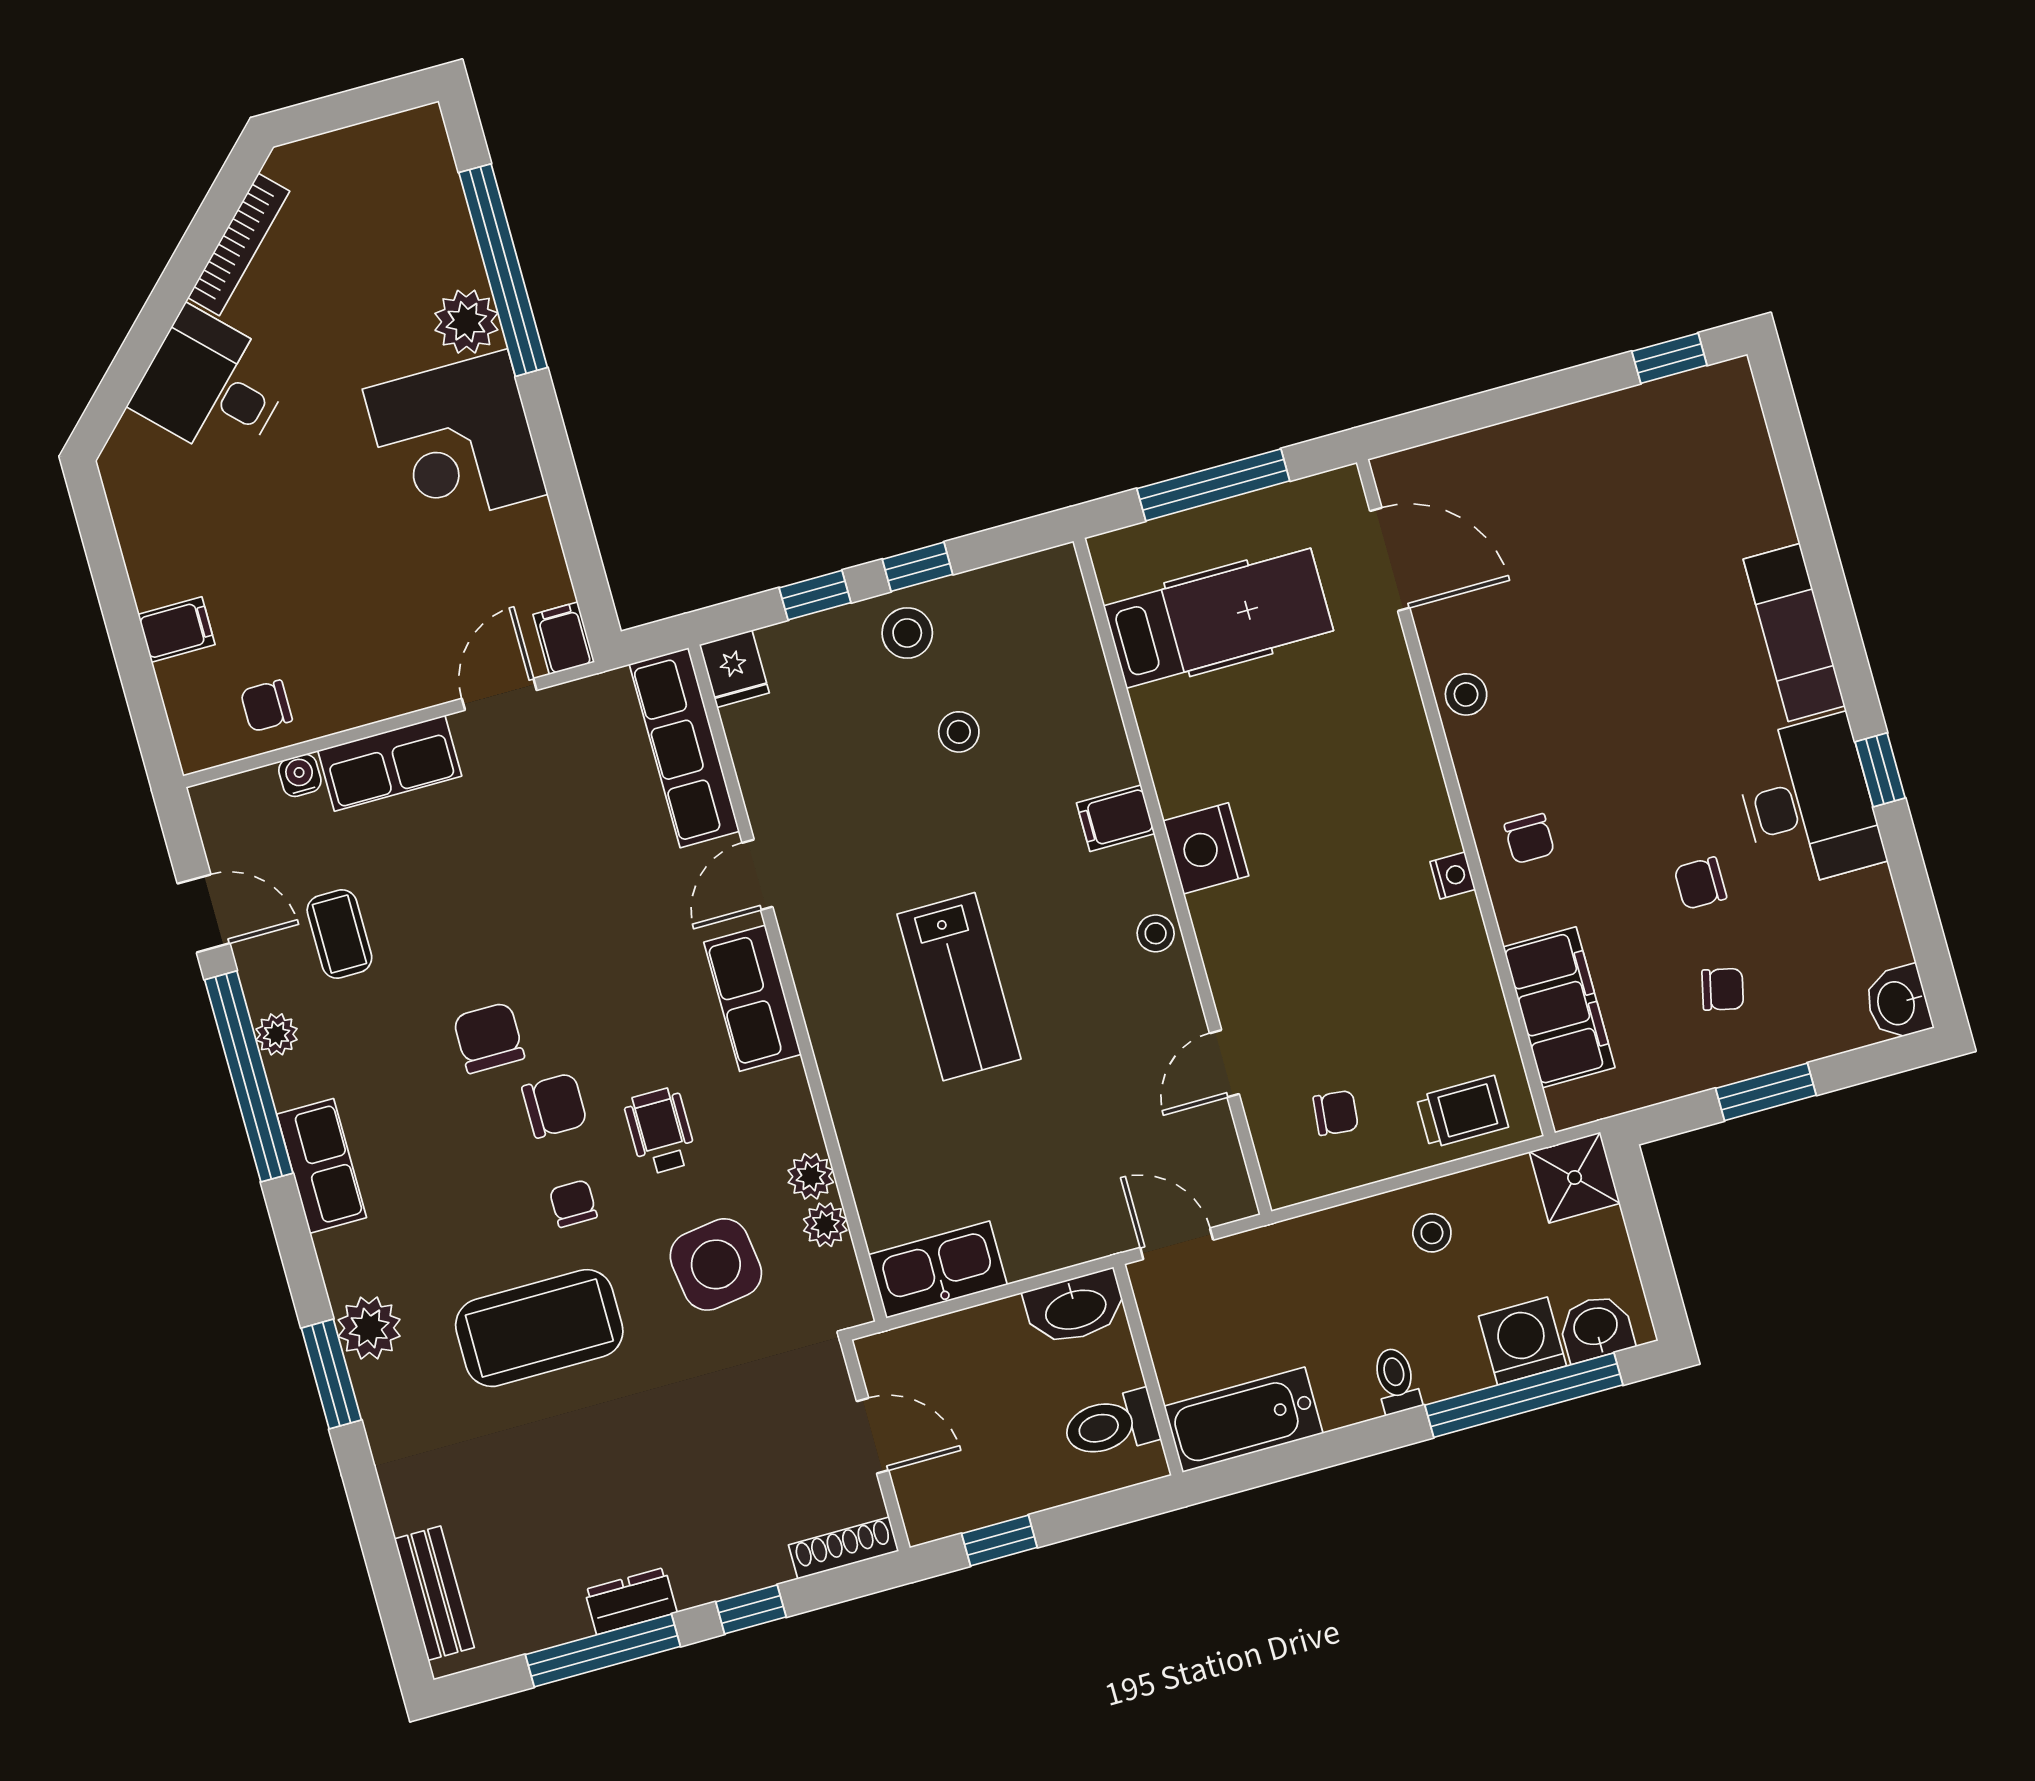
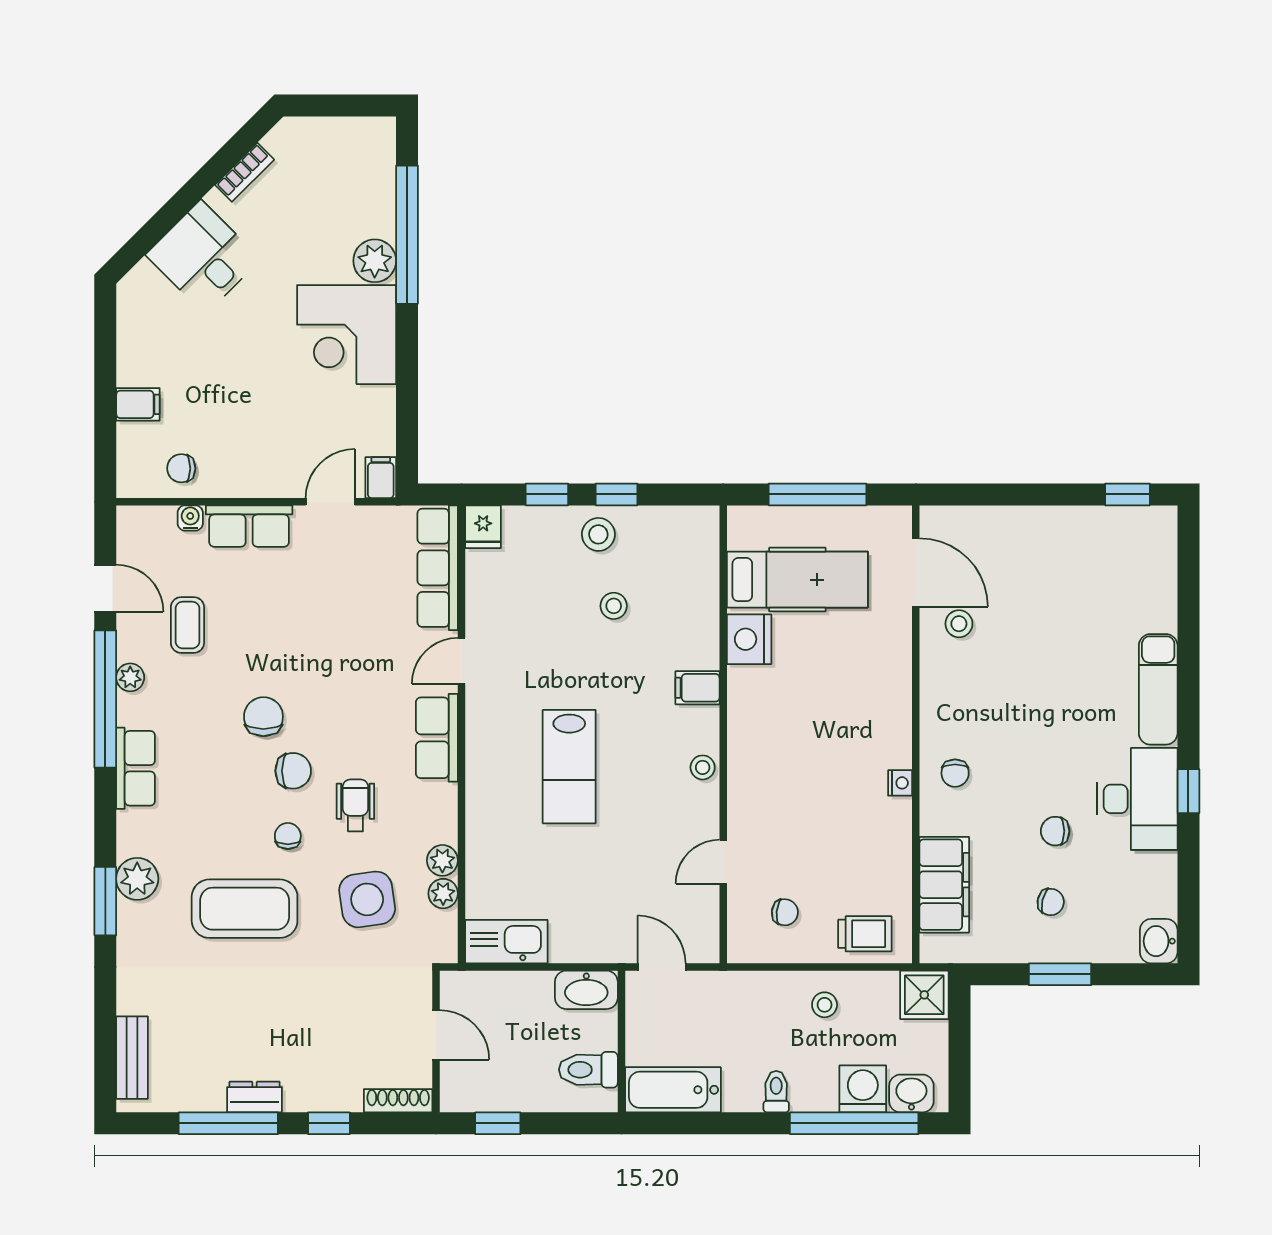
bookcase: (239, 244) -> (245, 172), width x0.64
stool: (1466, 694) -> (959, 624), moved
nightstand: (1206, 848) -> (749, 639), moved

